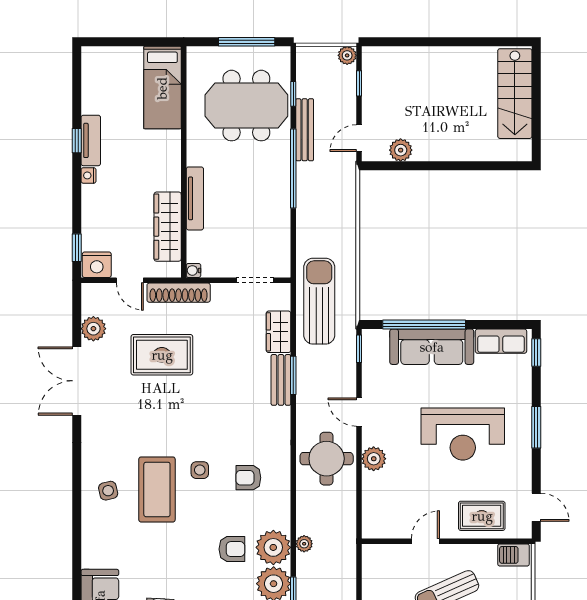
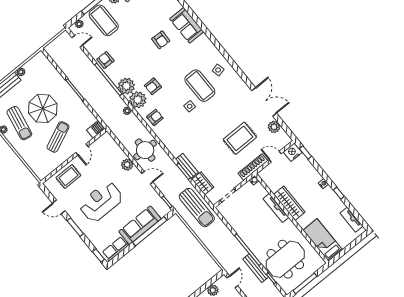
tv unit: (91, 140) -> (352, 220), moved
wardrobe: (168, 227) -> (289, 203), moved
armchair: (248, 478) -> (155, 117), moved
door: (536, 507) -> (59, 207), moved
barbecue: (513, 555) -> (96, 129), moved

